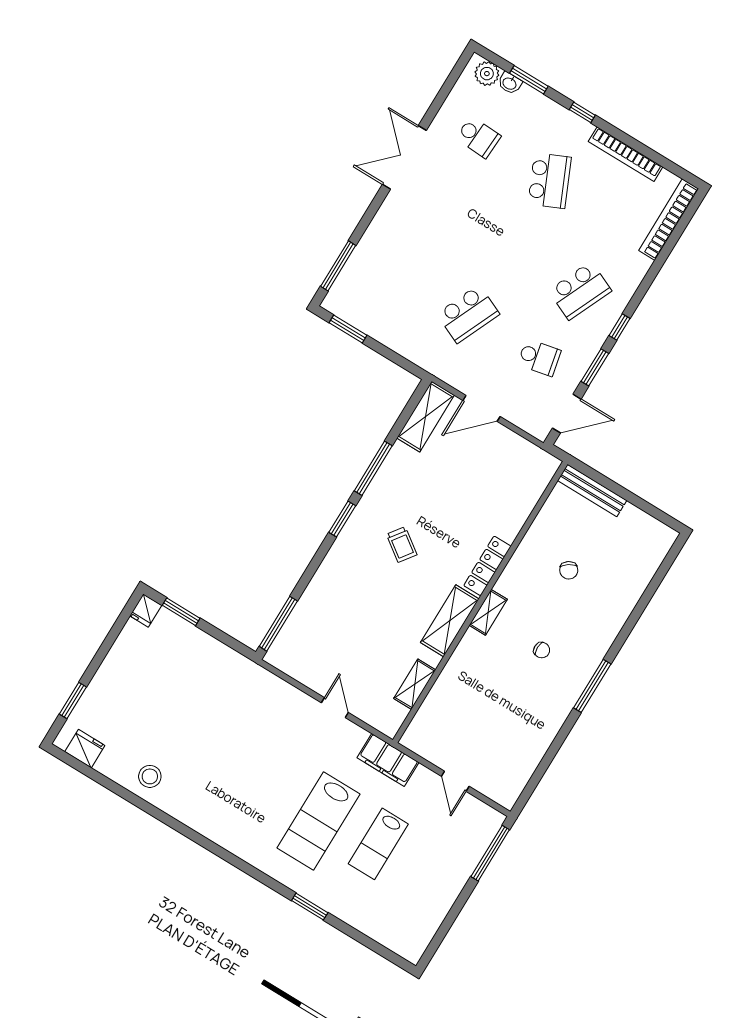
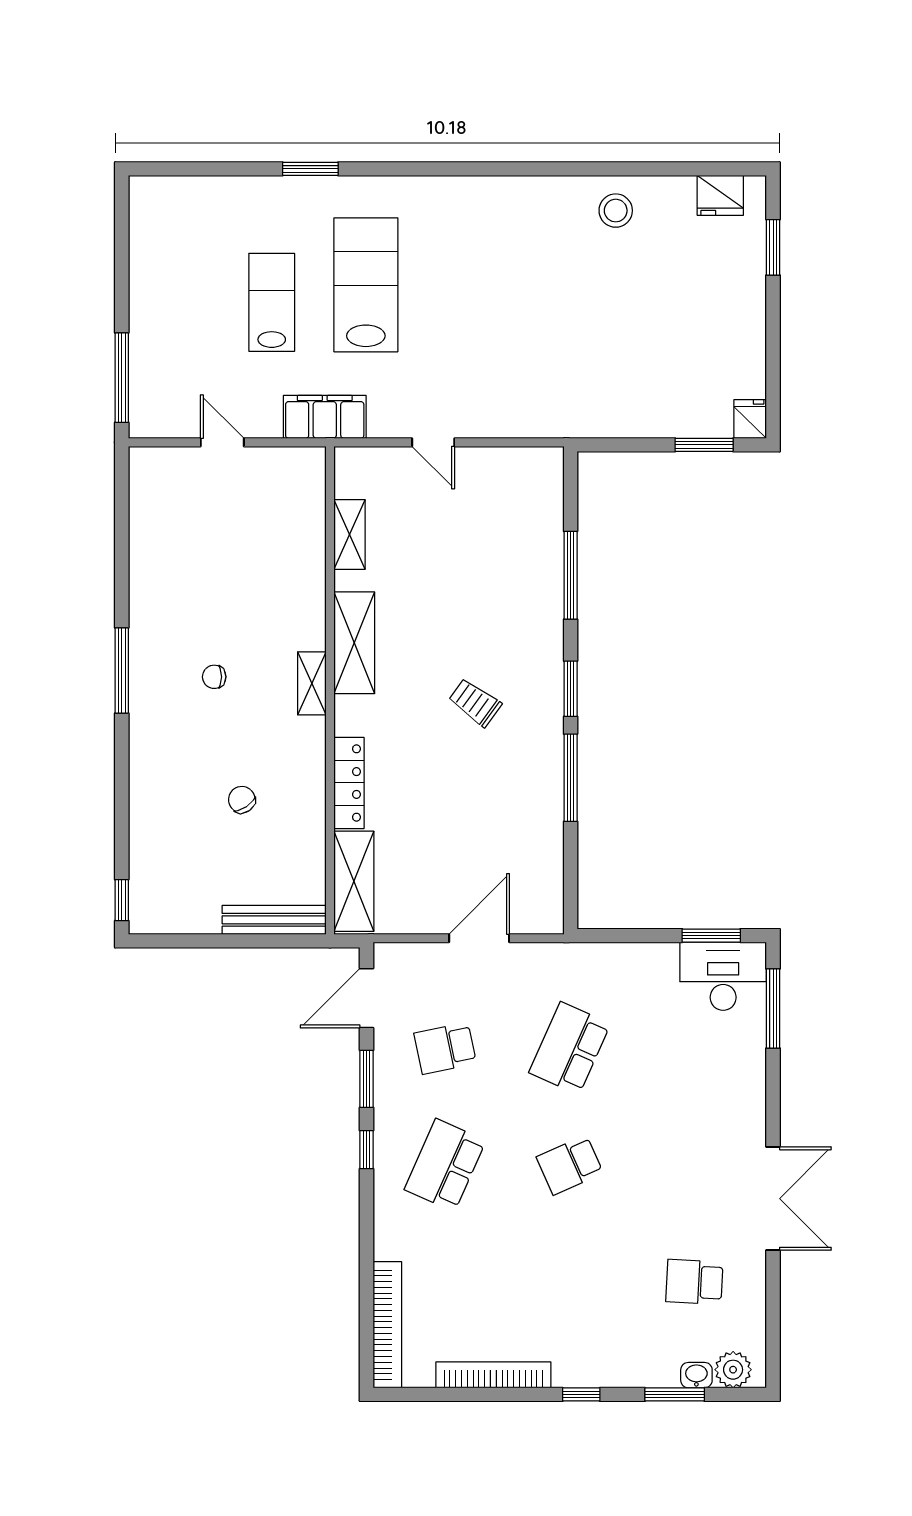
school desk: (550, 181) -> (570, 1165), moved, width x0.54
desk: (355, 302) -> (723, 976), added
shelving: (426, 417) -> (354, 881), moved
window: (672, 555) -> (122, 900), added
locker: (487, 566) -> (349, 783), moved
window: (278, 624) -> (571, 575), moved

